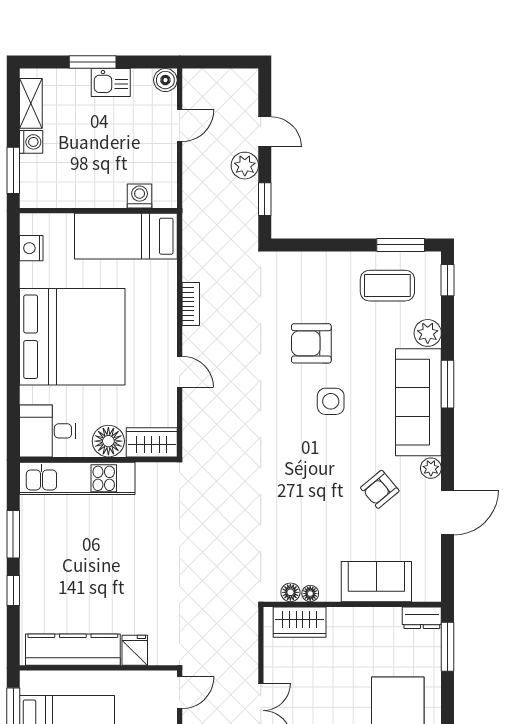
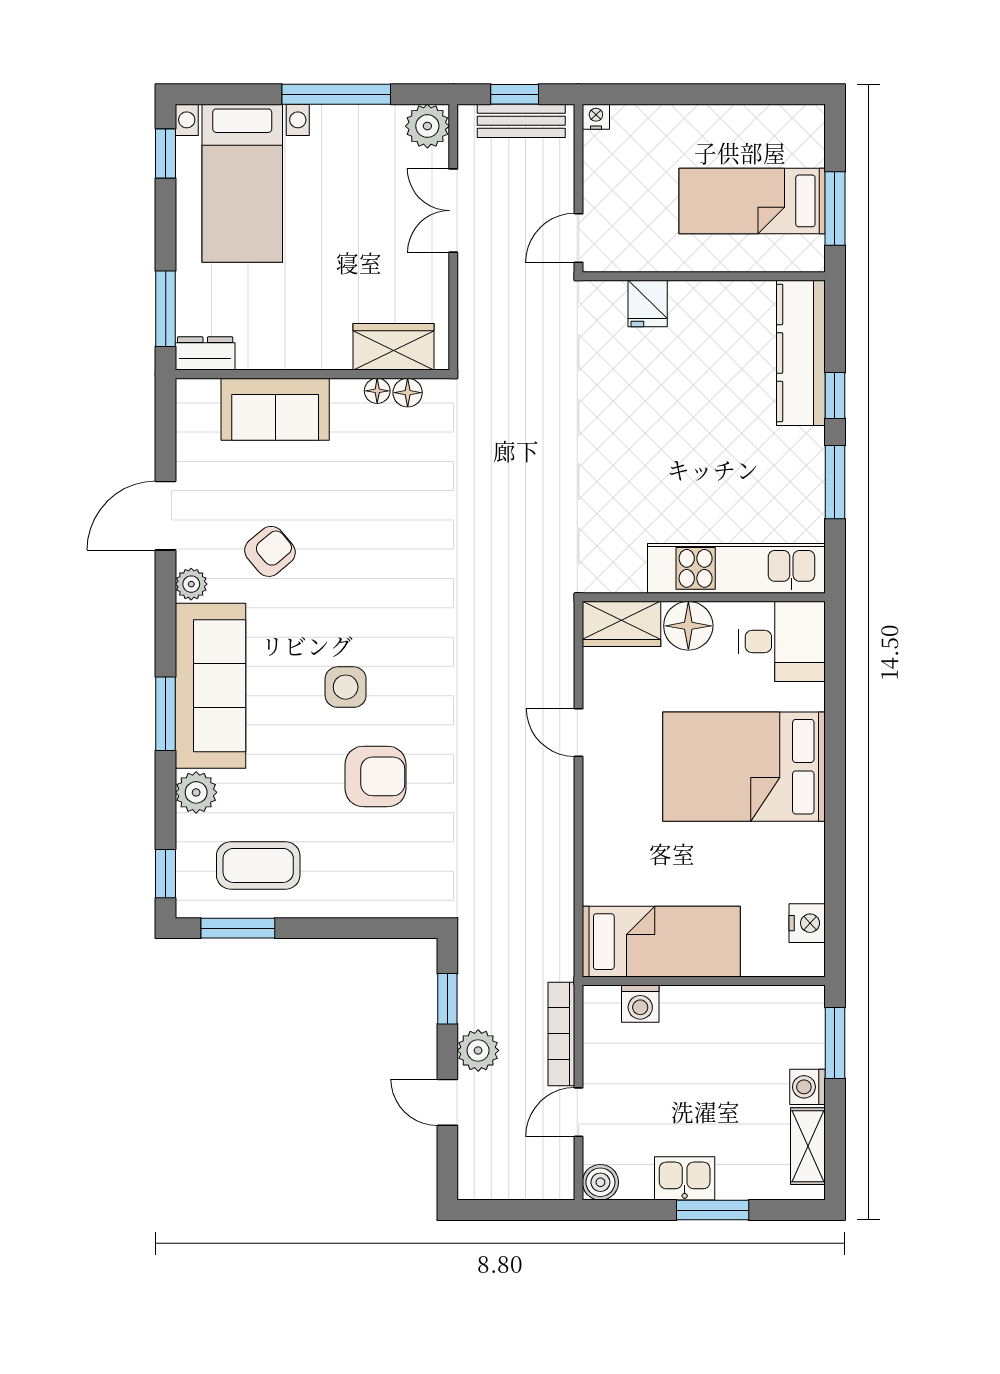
bookcase: (191, 304) -> (561, 1034), moved, width x1.56
bed: (72, 337) -> (744, 767), width x0.73
kitchen counter: (73, 650) -> (801, 353), moved, turned 90

